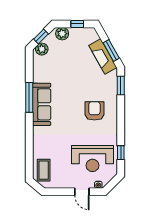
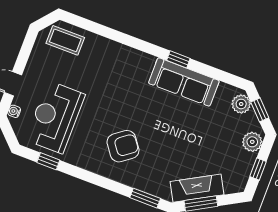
window: (29, 97) -> (178, 59), width x0.46
sofa: (42, 104) -> (184, 82), moved
armchair: (94, 111) -> (123, 146), turned -37

